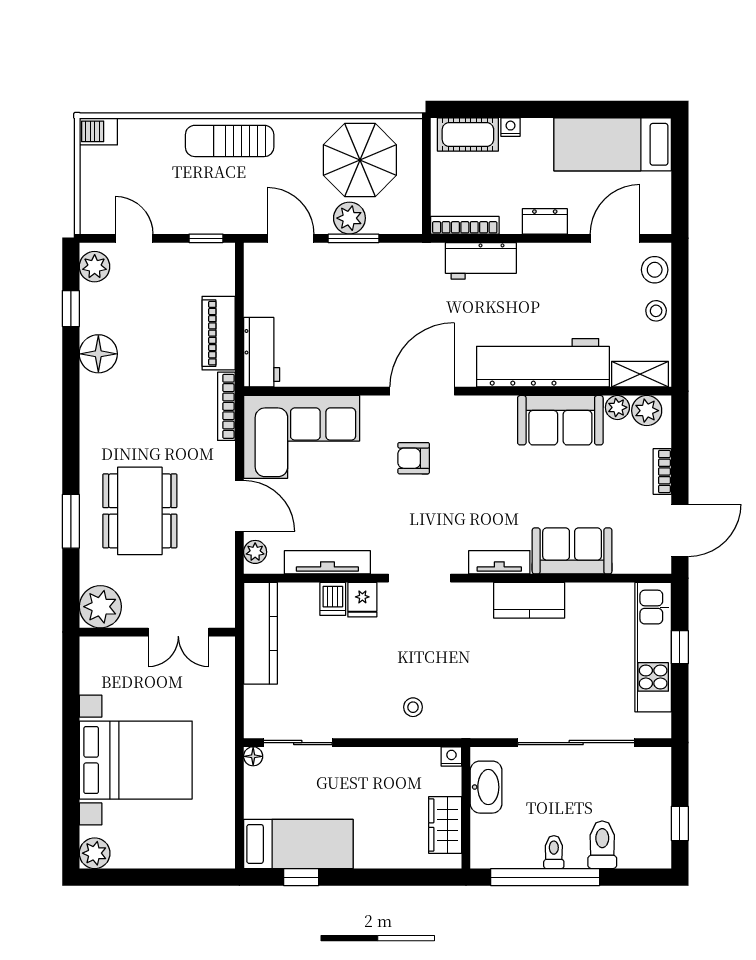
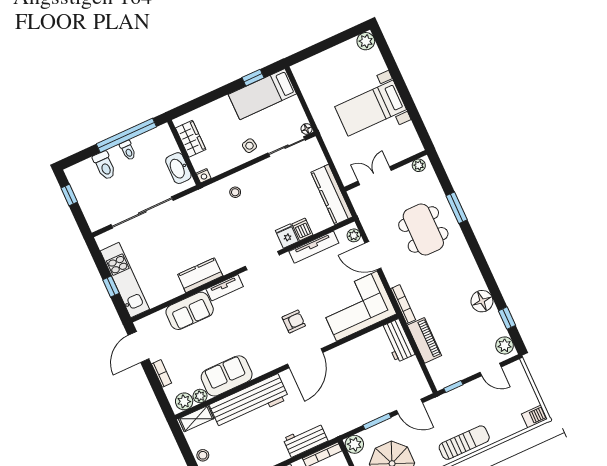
plant: (349, 218) -> (354, 444), moved
plant: (100, 607) -> (419, 165), width x0.53, depth x0.53
bed with nightstands: (136, 760) -> (371, 108), width x0.73
side table: (356, 771) -> (249, 146), added

